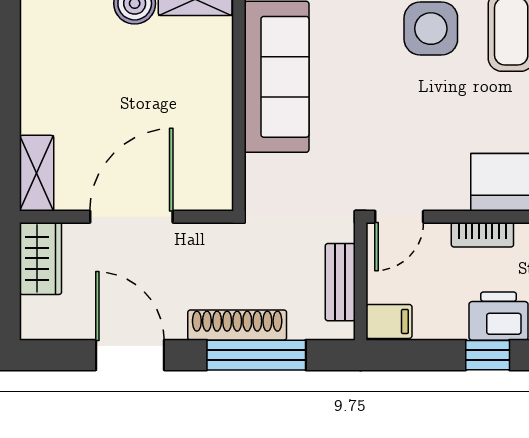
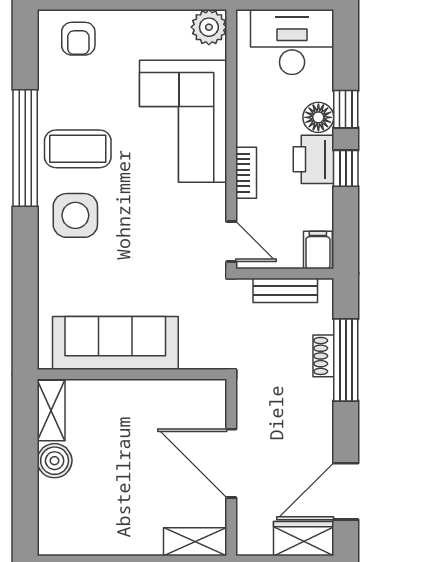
wardrobe: (41, 258) -> (304, 539), moved
shoe rack: (237, 325) -> (323, 356), width x0.51, depth x0.81
door: (130, 355) -> (346, 491), moved

